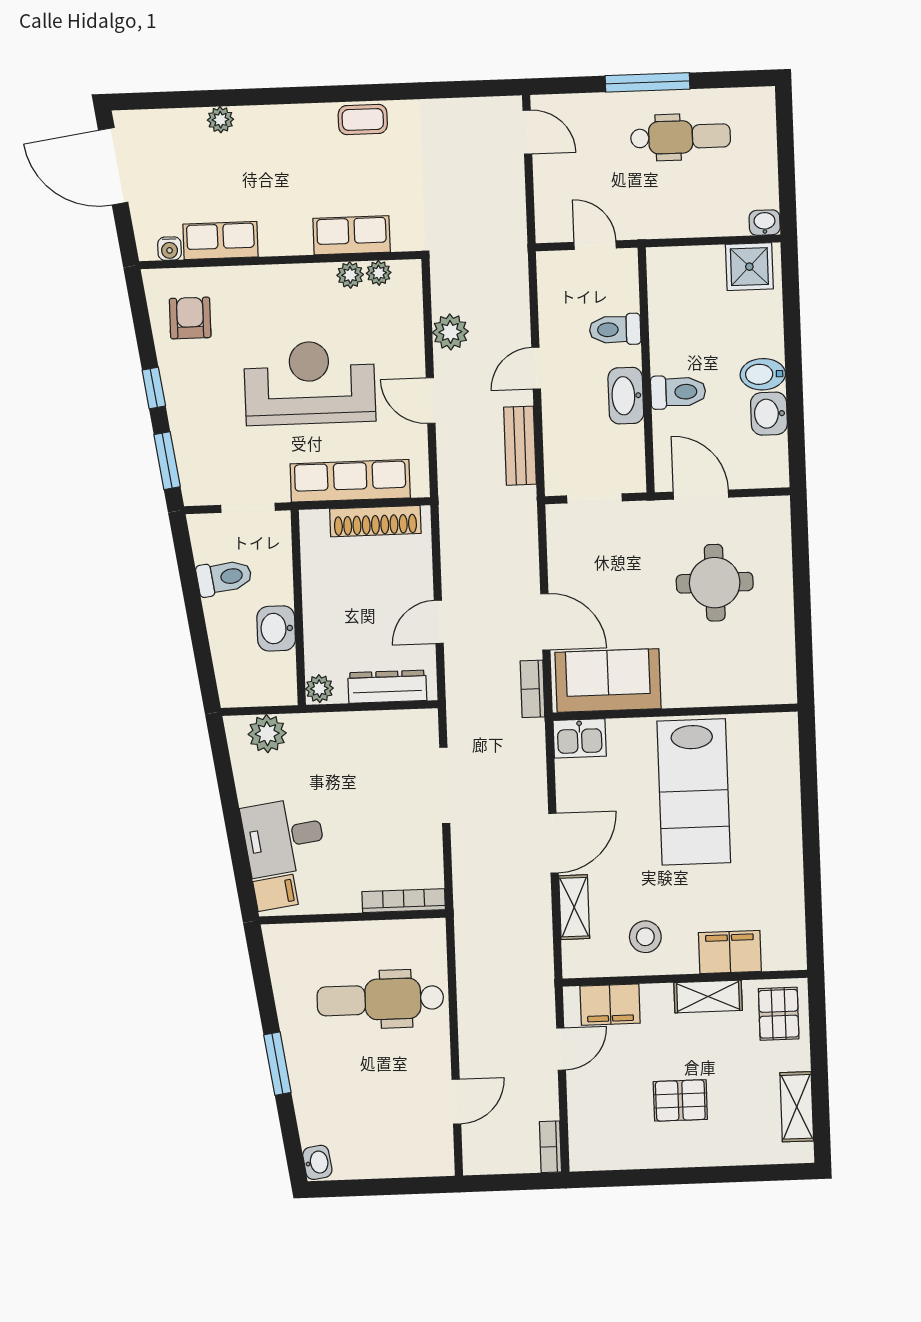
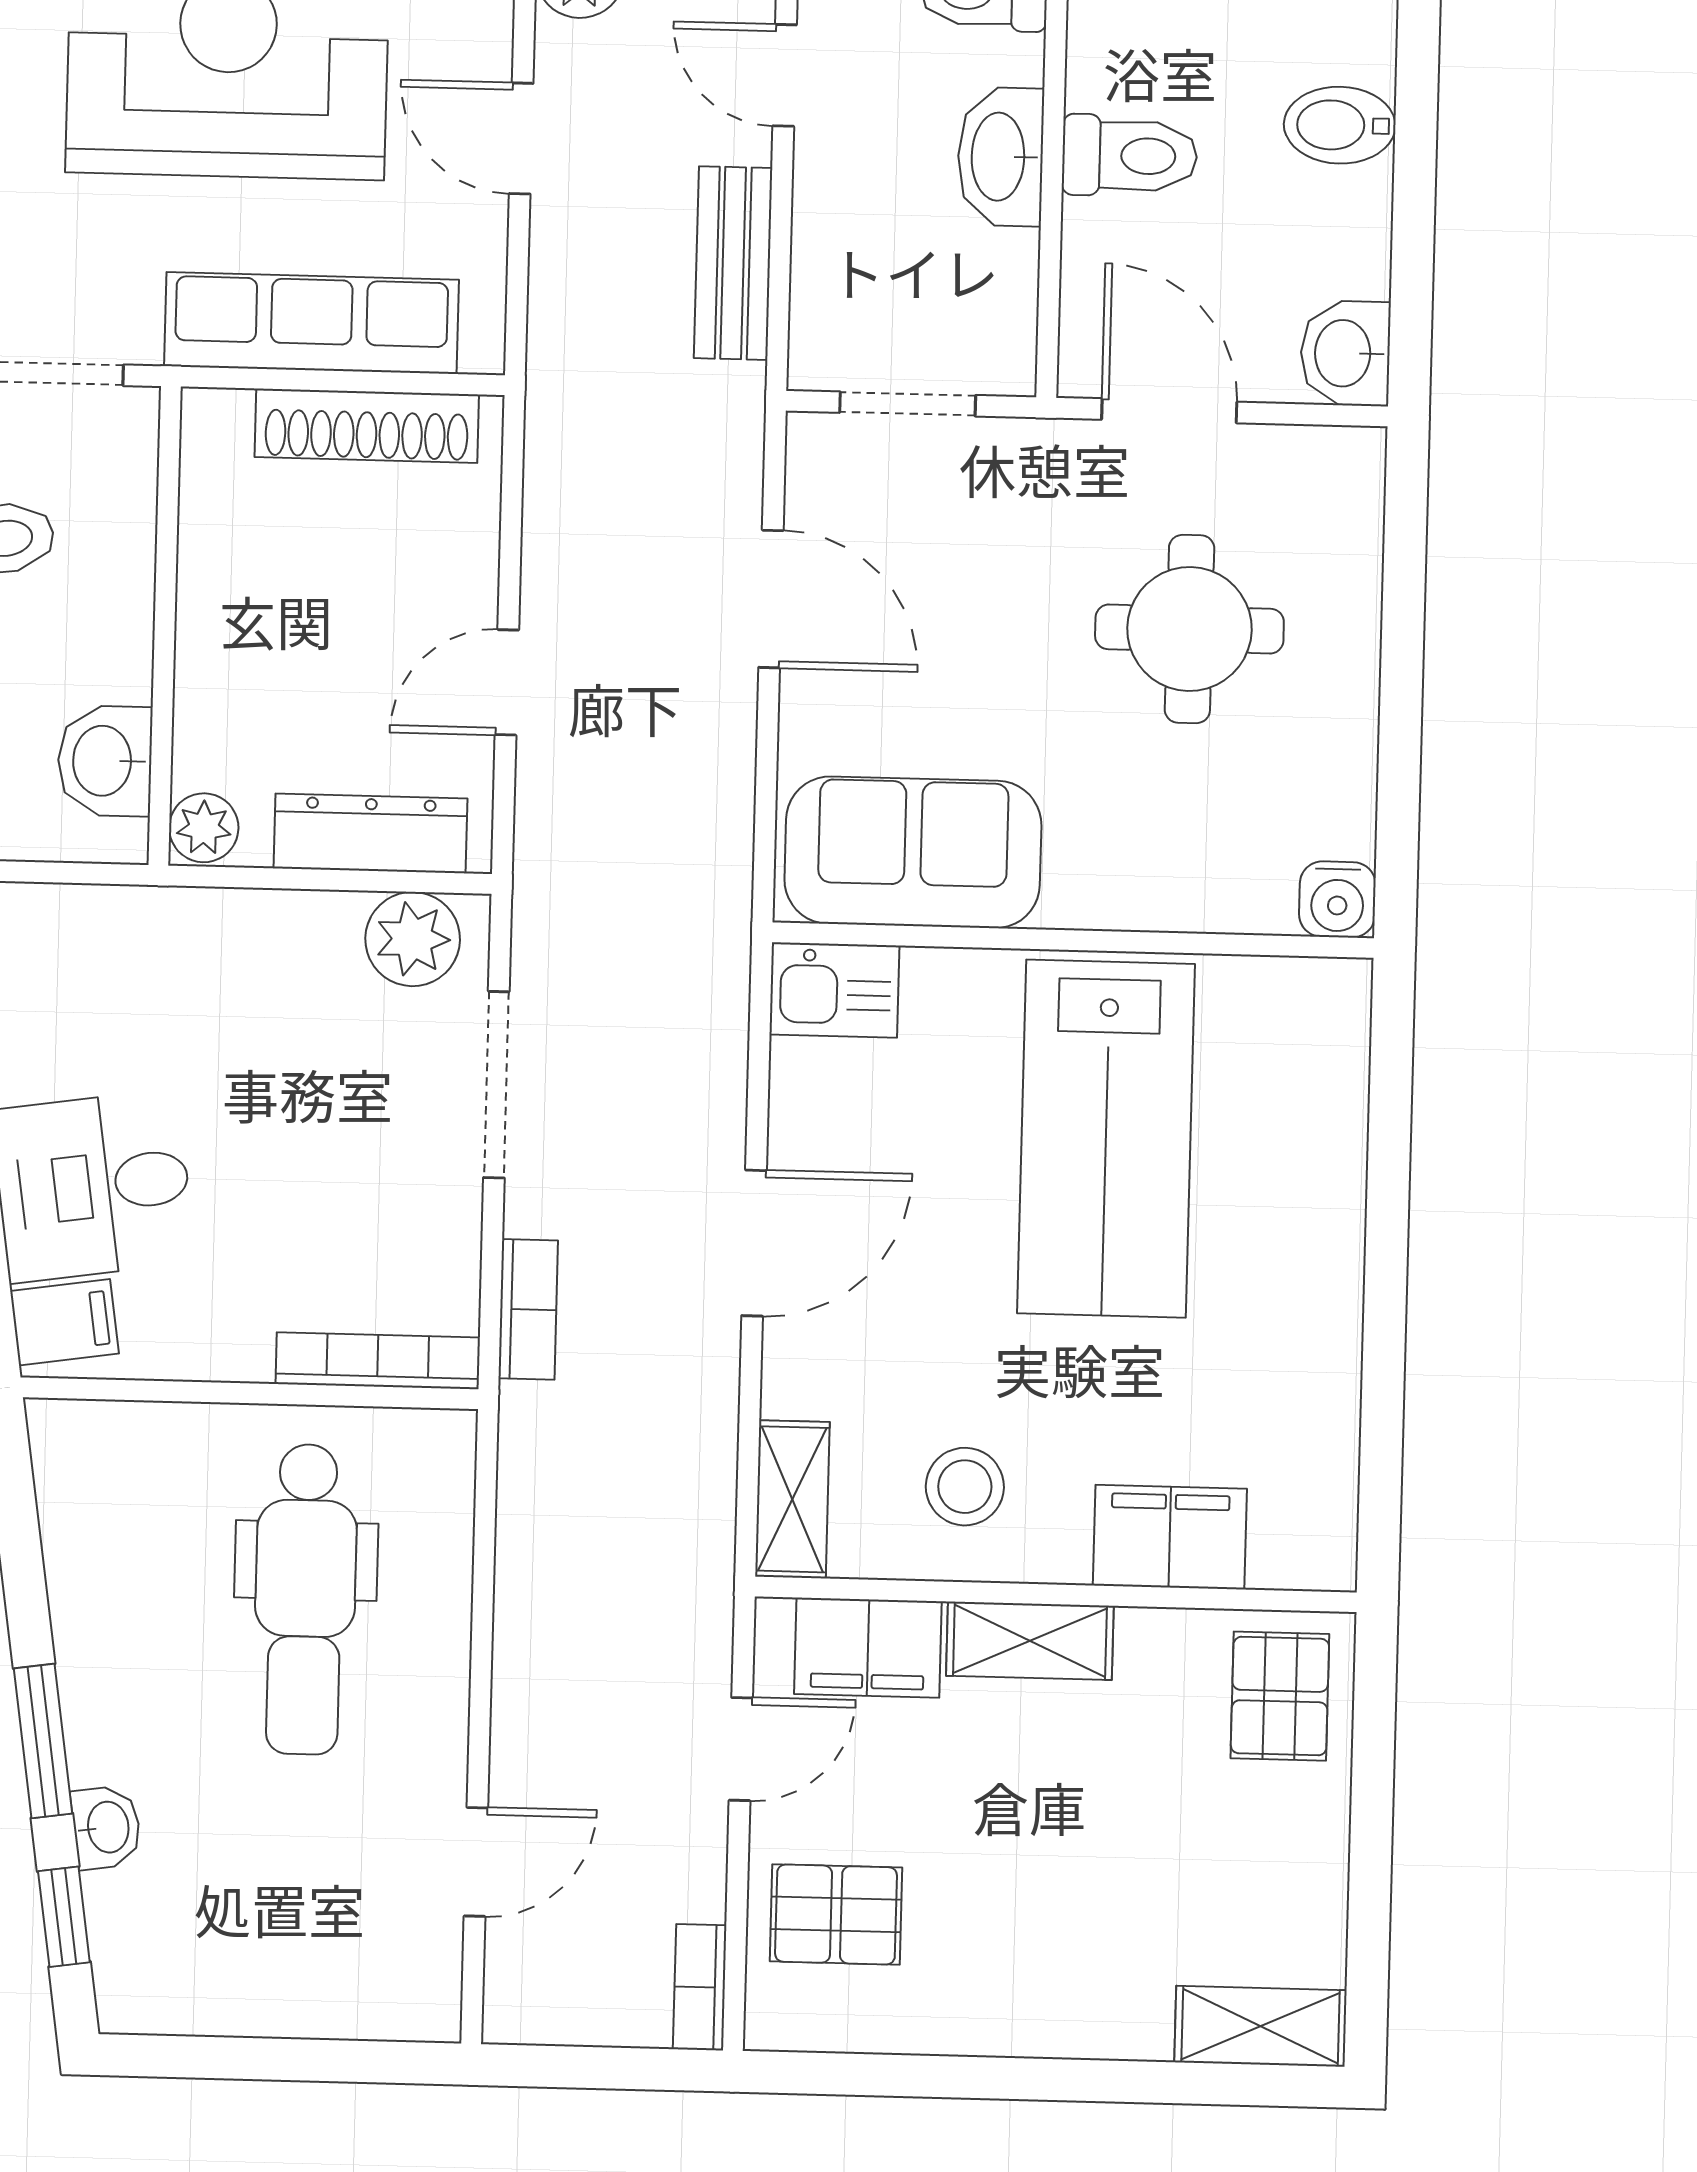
door: (536, 368) -> (785, 75), hinge flipped
washbasin: (769, 414) -> (1345, 353), moved
door: (545, 622) -> (771, 599), moved
washbasin: (276, 628) -> (105, 761), moved
bookcase: (532, 689) -> (528, 1309), moved, turned 180
water cooler: (782, 689) -> (1337, 899), added
plant: (267, 734) -> (413, 939), moved
shelving: (574, 907) -> (792, 1499), moved
shelving: (708, 997) -> (1030, 1641), moved
dental chair: (380, 999) -> (305, 1599), turned -90
pallet: (680, 1100) -> (836, 1914), moved
shelving: (797, 1107) -> (1260, 2026), moved, turned 90
window: (290, 1134) -> (64, 1917), added
washbasin: (317, 1162) -> (106, 1827), moved

